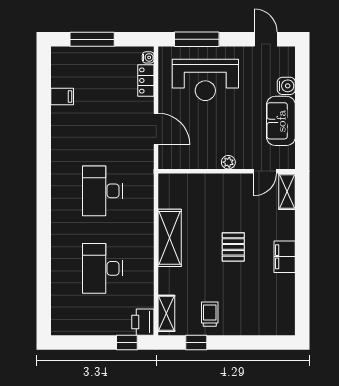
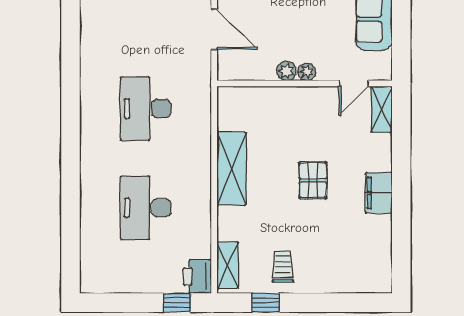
plant: (213, 161) -> (286, 71), added

